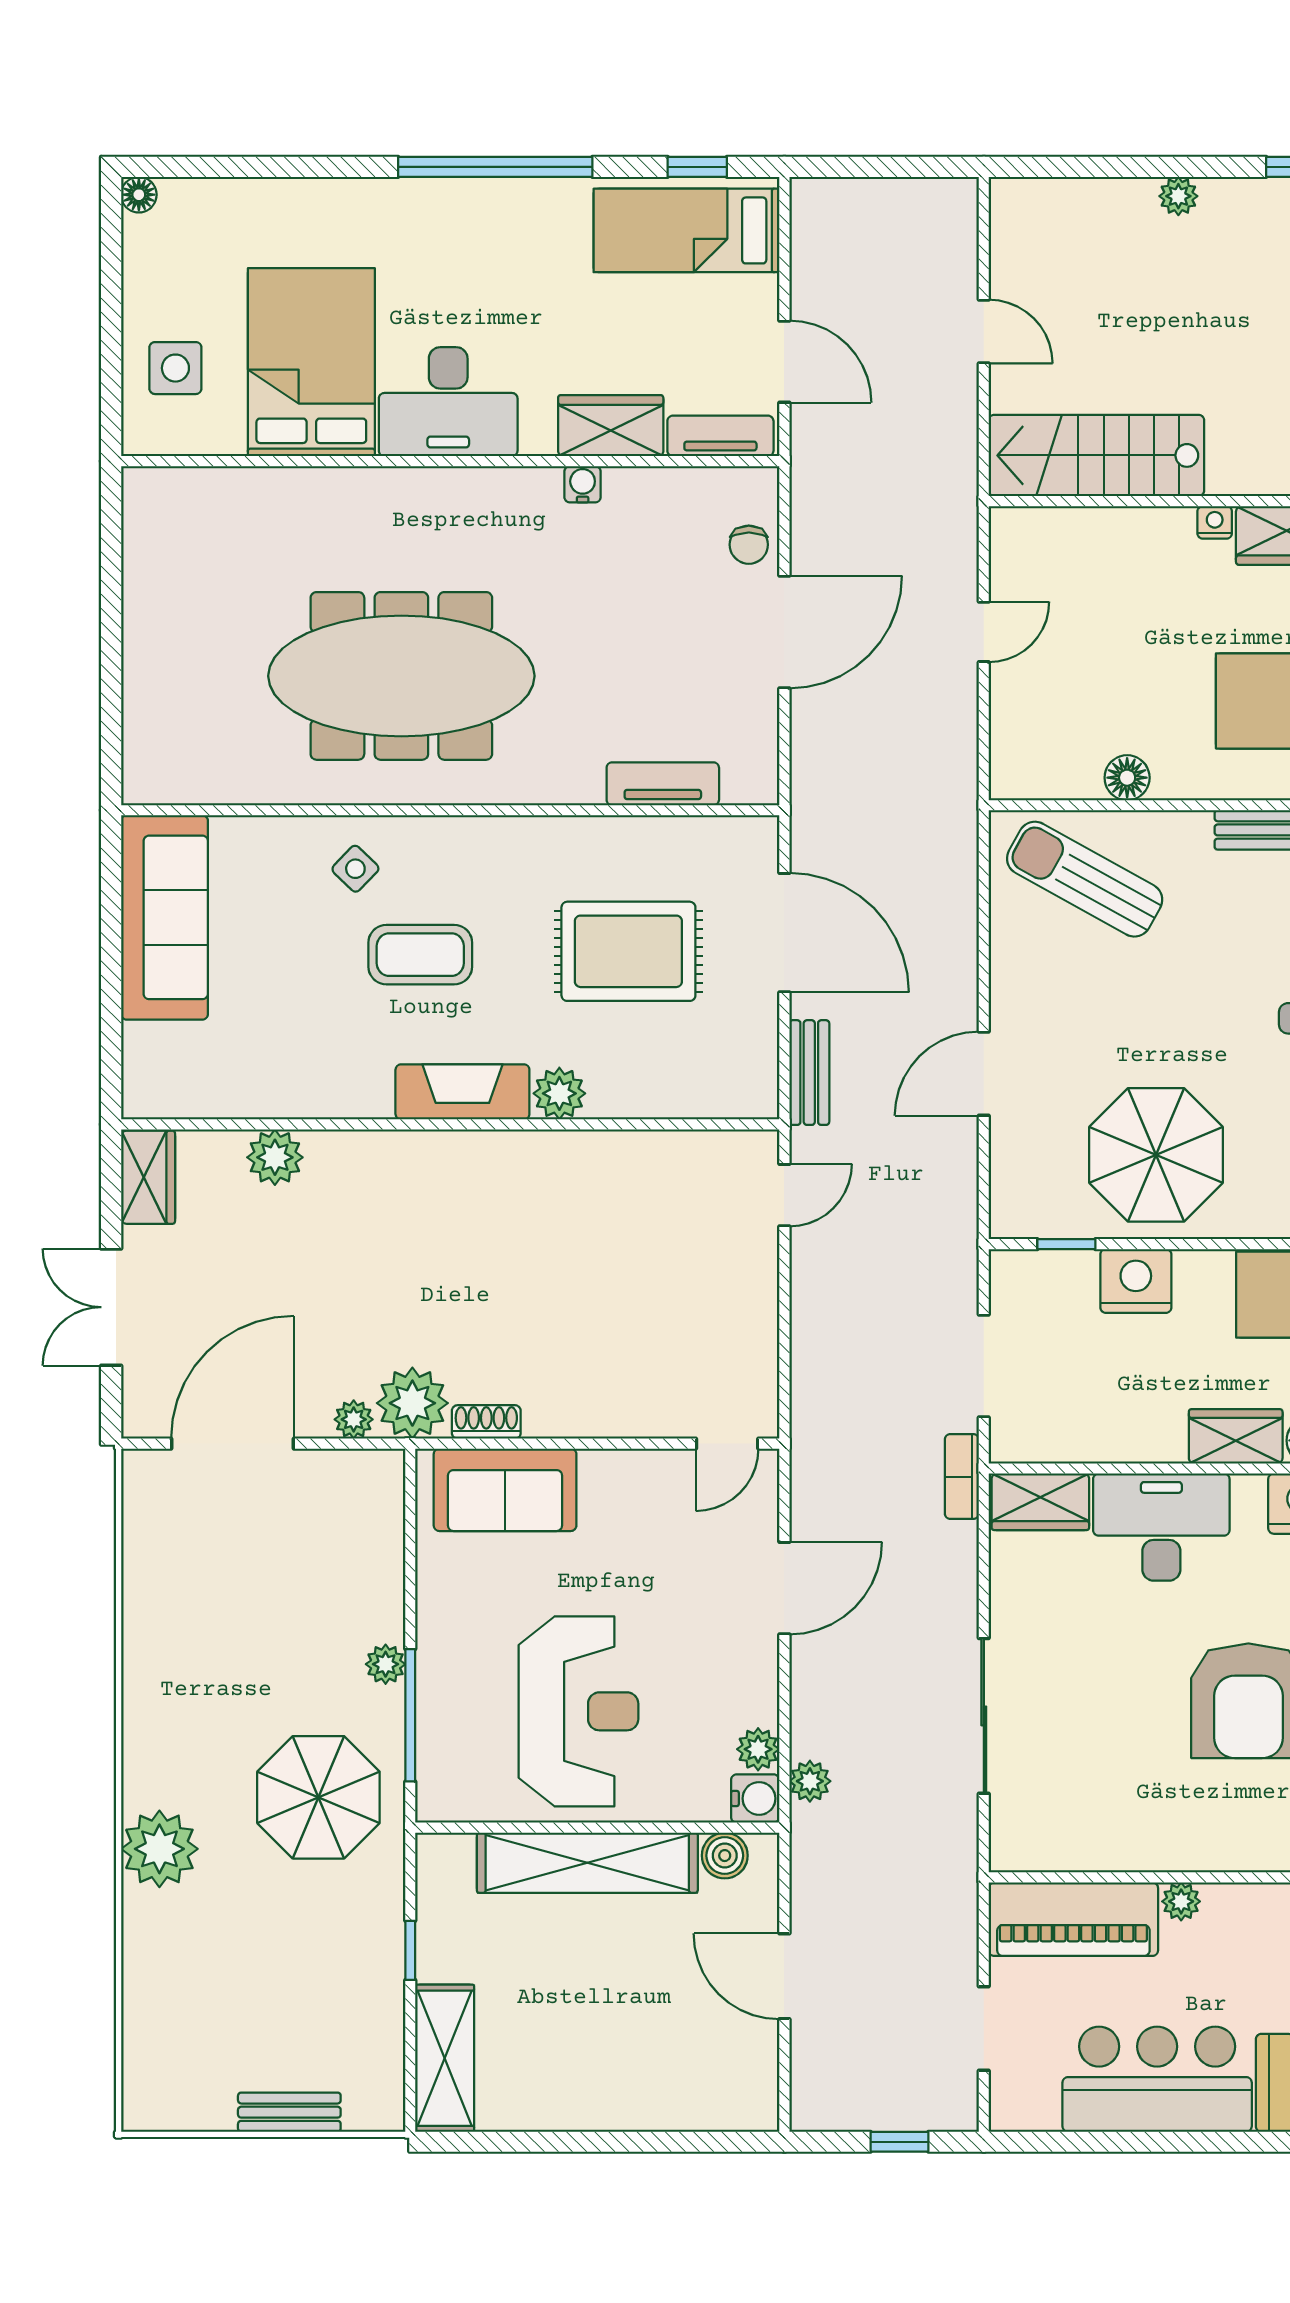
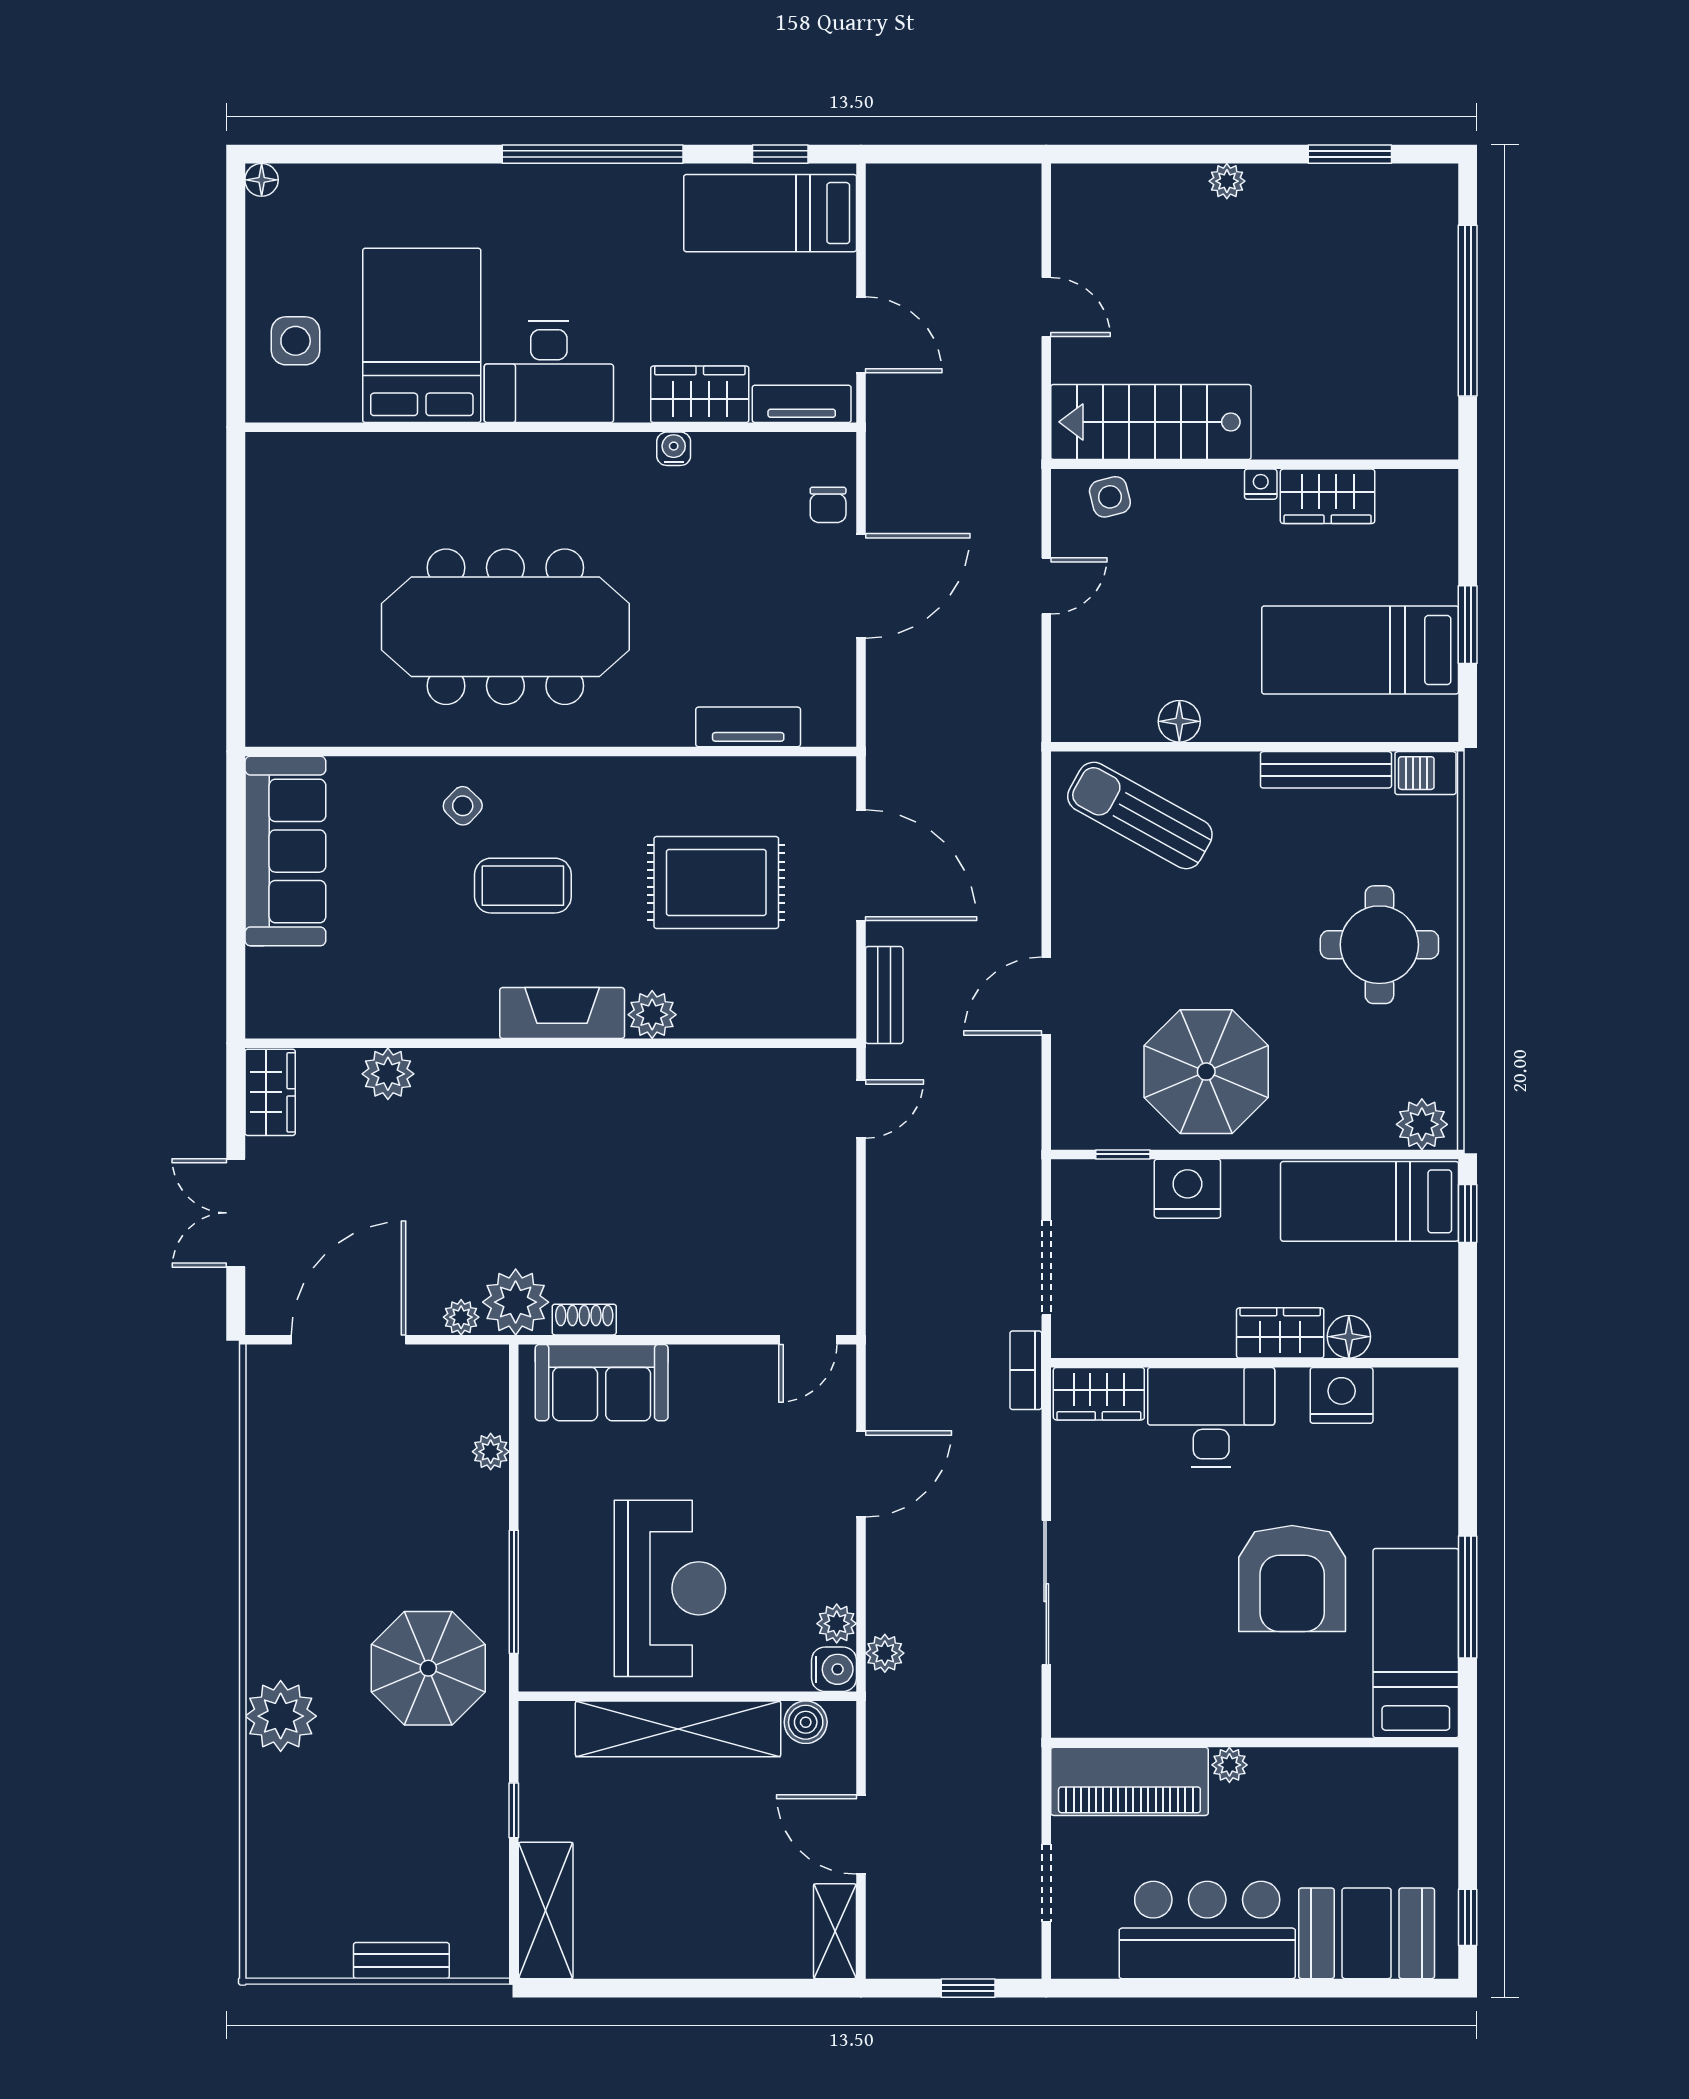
side table: (1052, 536) -> (1110, 497), added
plant: (386, 1664) -> (491, 1452), moved
shelving: (756, 2081) -> (835, 1931), added

